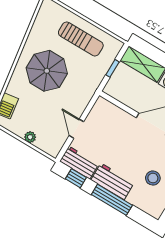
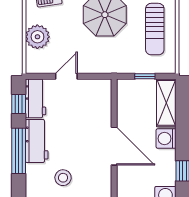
plant: (30, 137) -> (37, 37), width x1.88, depth x1.88

